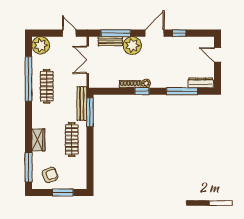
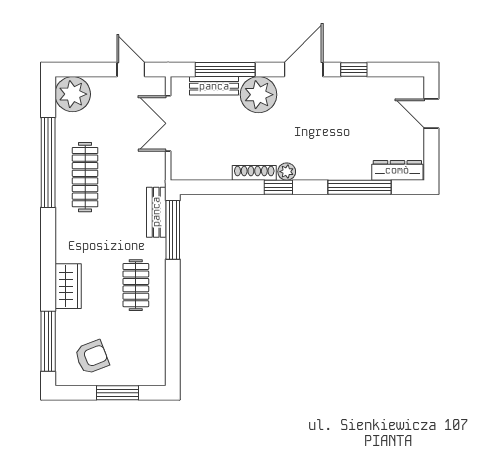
bench: (82, 104) -> (156, 212), width x0.73
clothes rail: (72, 139) -> (136, 285), width x0.73

